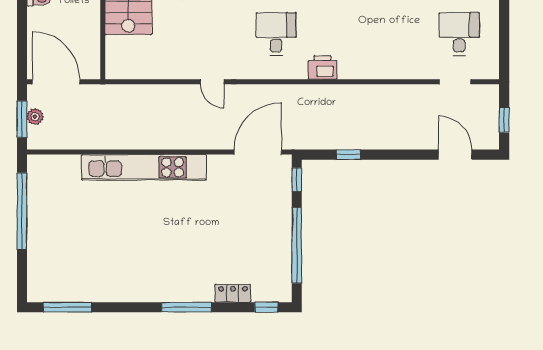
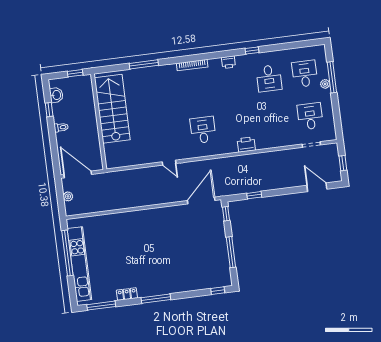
printer: (322, 68) -> (246, 144), moved
window: (22, 119) -> (60, 199), removed
kitchen unit: (144, 167) -> (79, 264), moved, turned -90
window: (297, 245) -> (231, 252), width x0.68
locker: (233, 293) -> (127, 294), moved
window: (186, 307) -> (156, 299), moved

